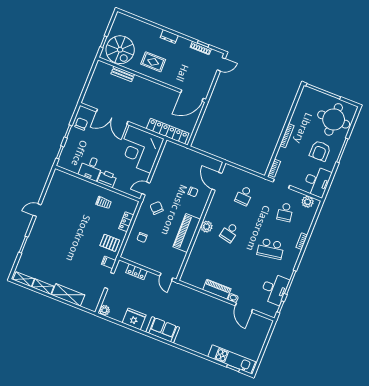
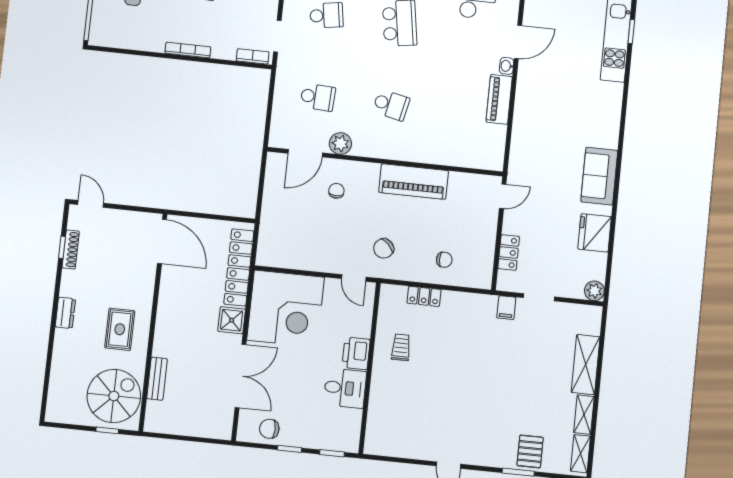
shower: (142, 120) -> (232, 320), added
plant: (207, 227) -> (340, 144), moved
pallet: (110, 243) -> (530, 451), moved

